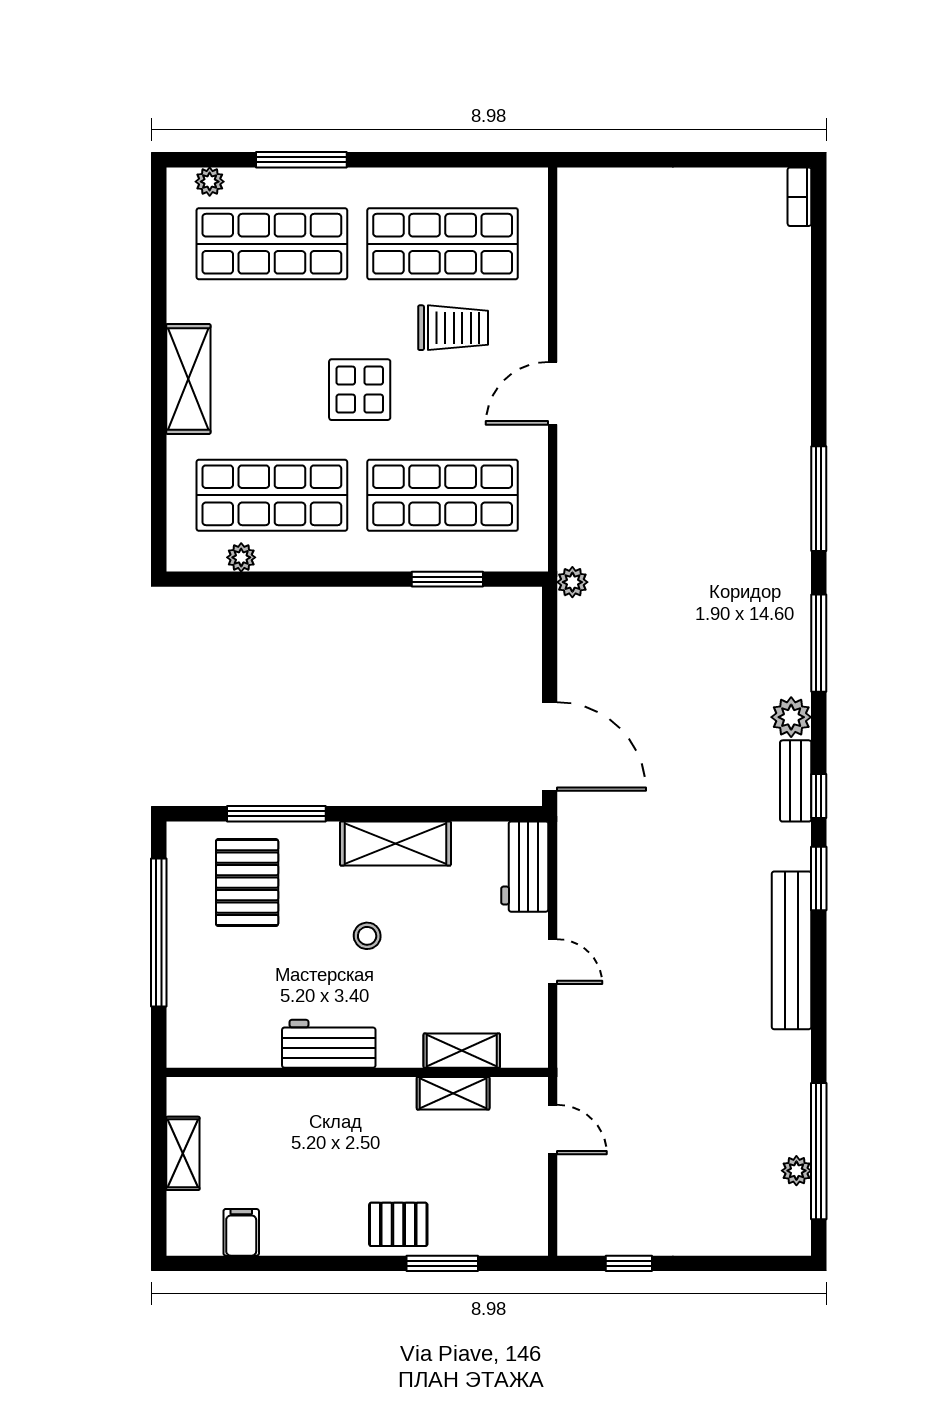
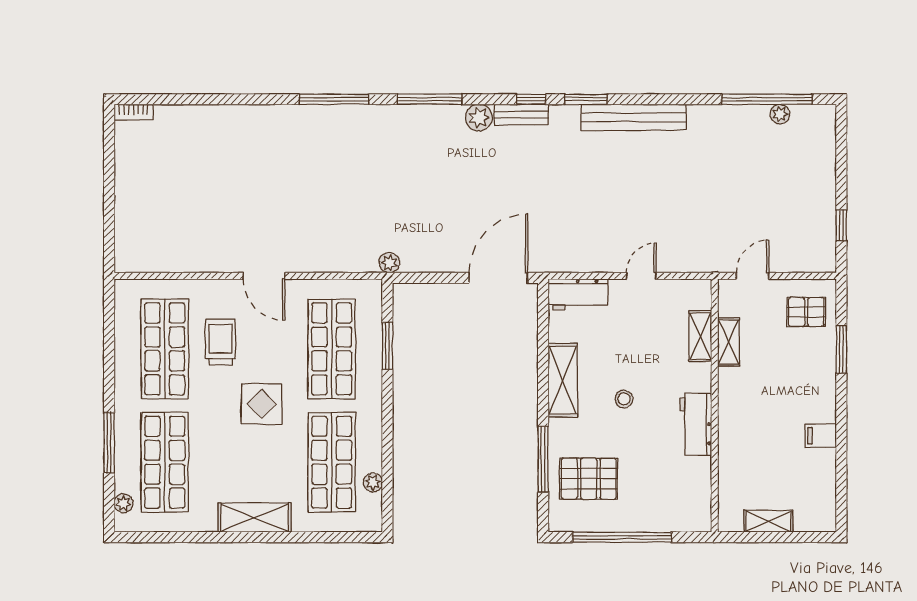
pallet: (398, 1224) -> (806, 312), moved, turned 90
filing cabinet: (241, 1232) -> (821, 436), moved

